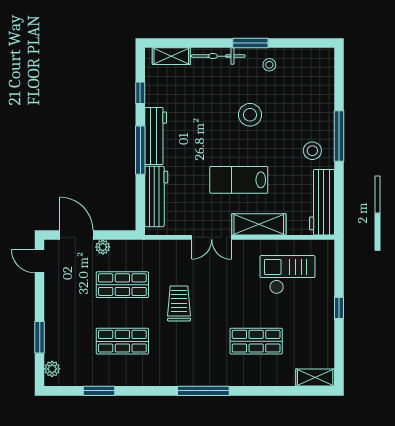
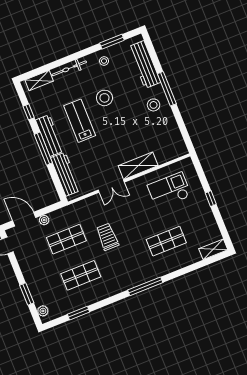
window: (250, 43) -> (112, 42), moved
lab bench: (239, 180) -> (80, 121), moved, turned 90
workbench: (322, 202) -> (144, 65), moved

